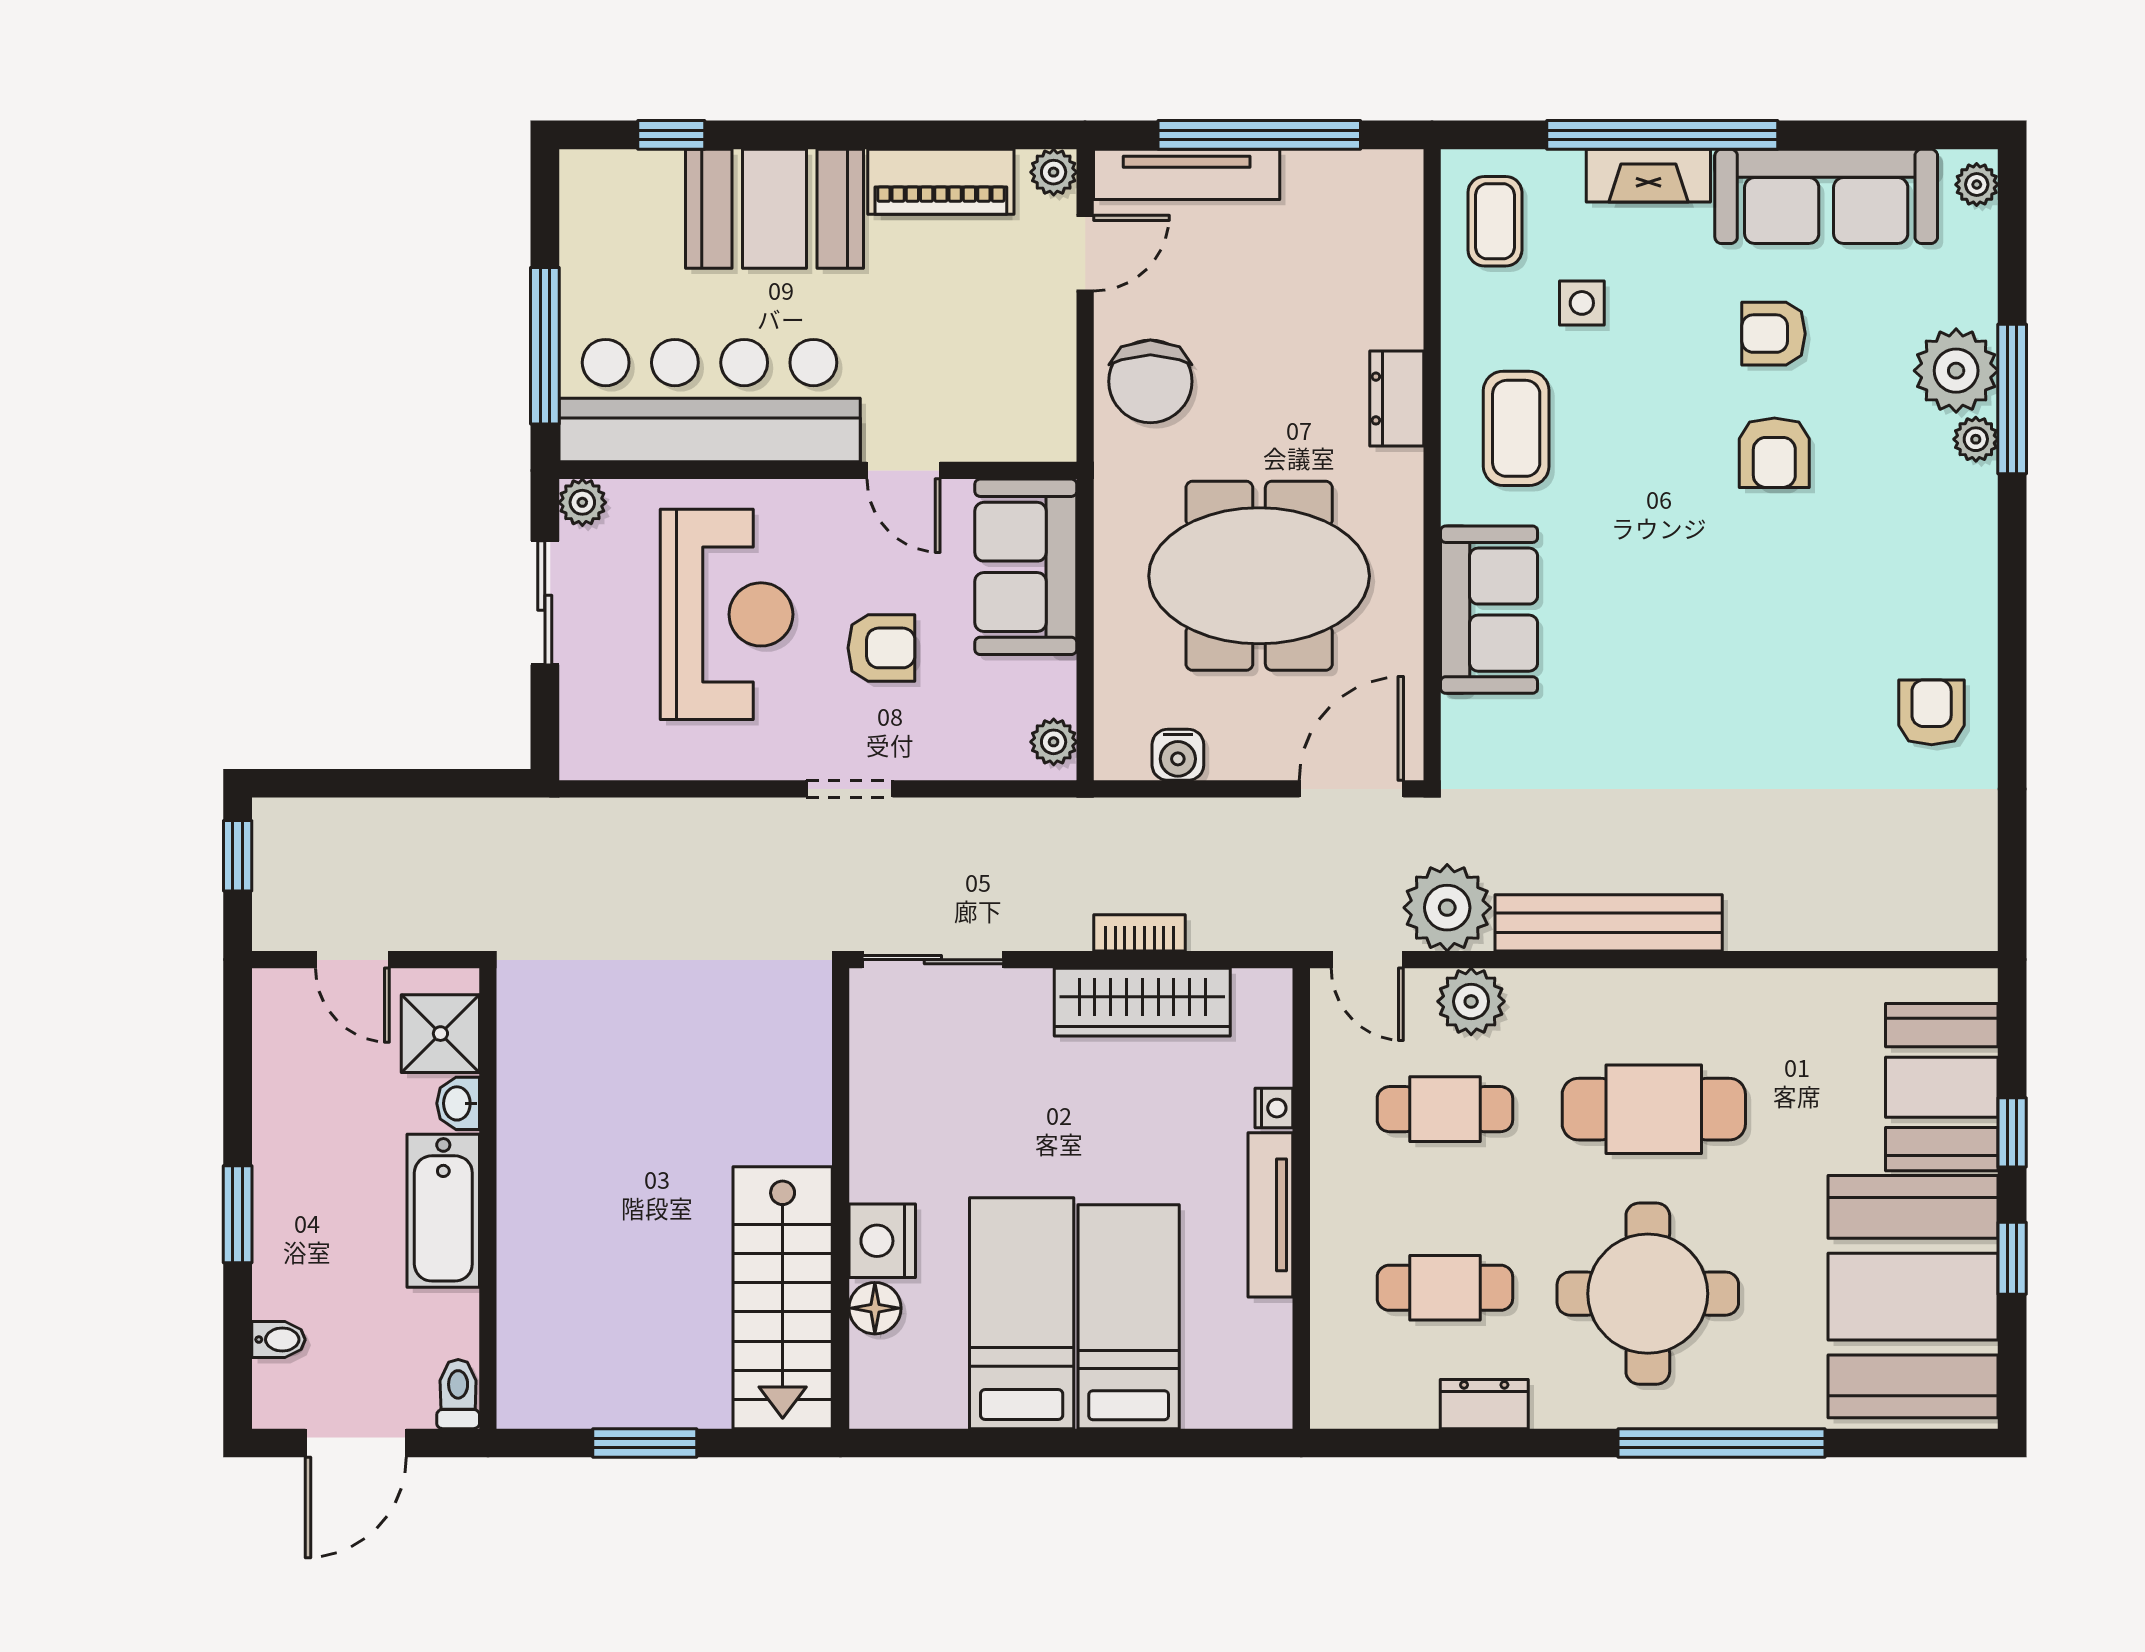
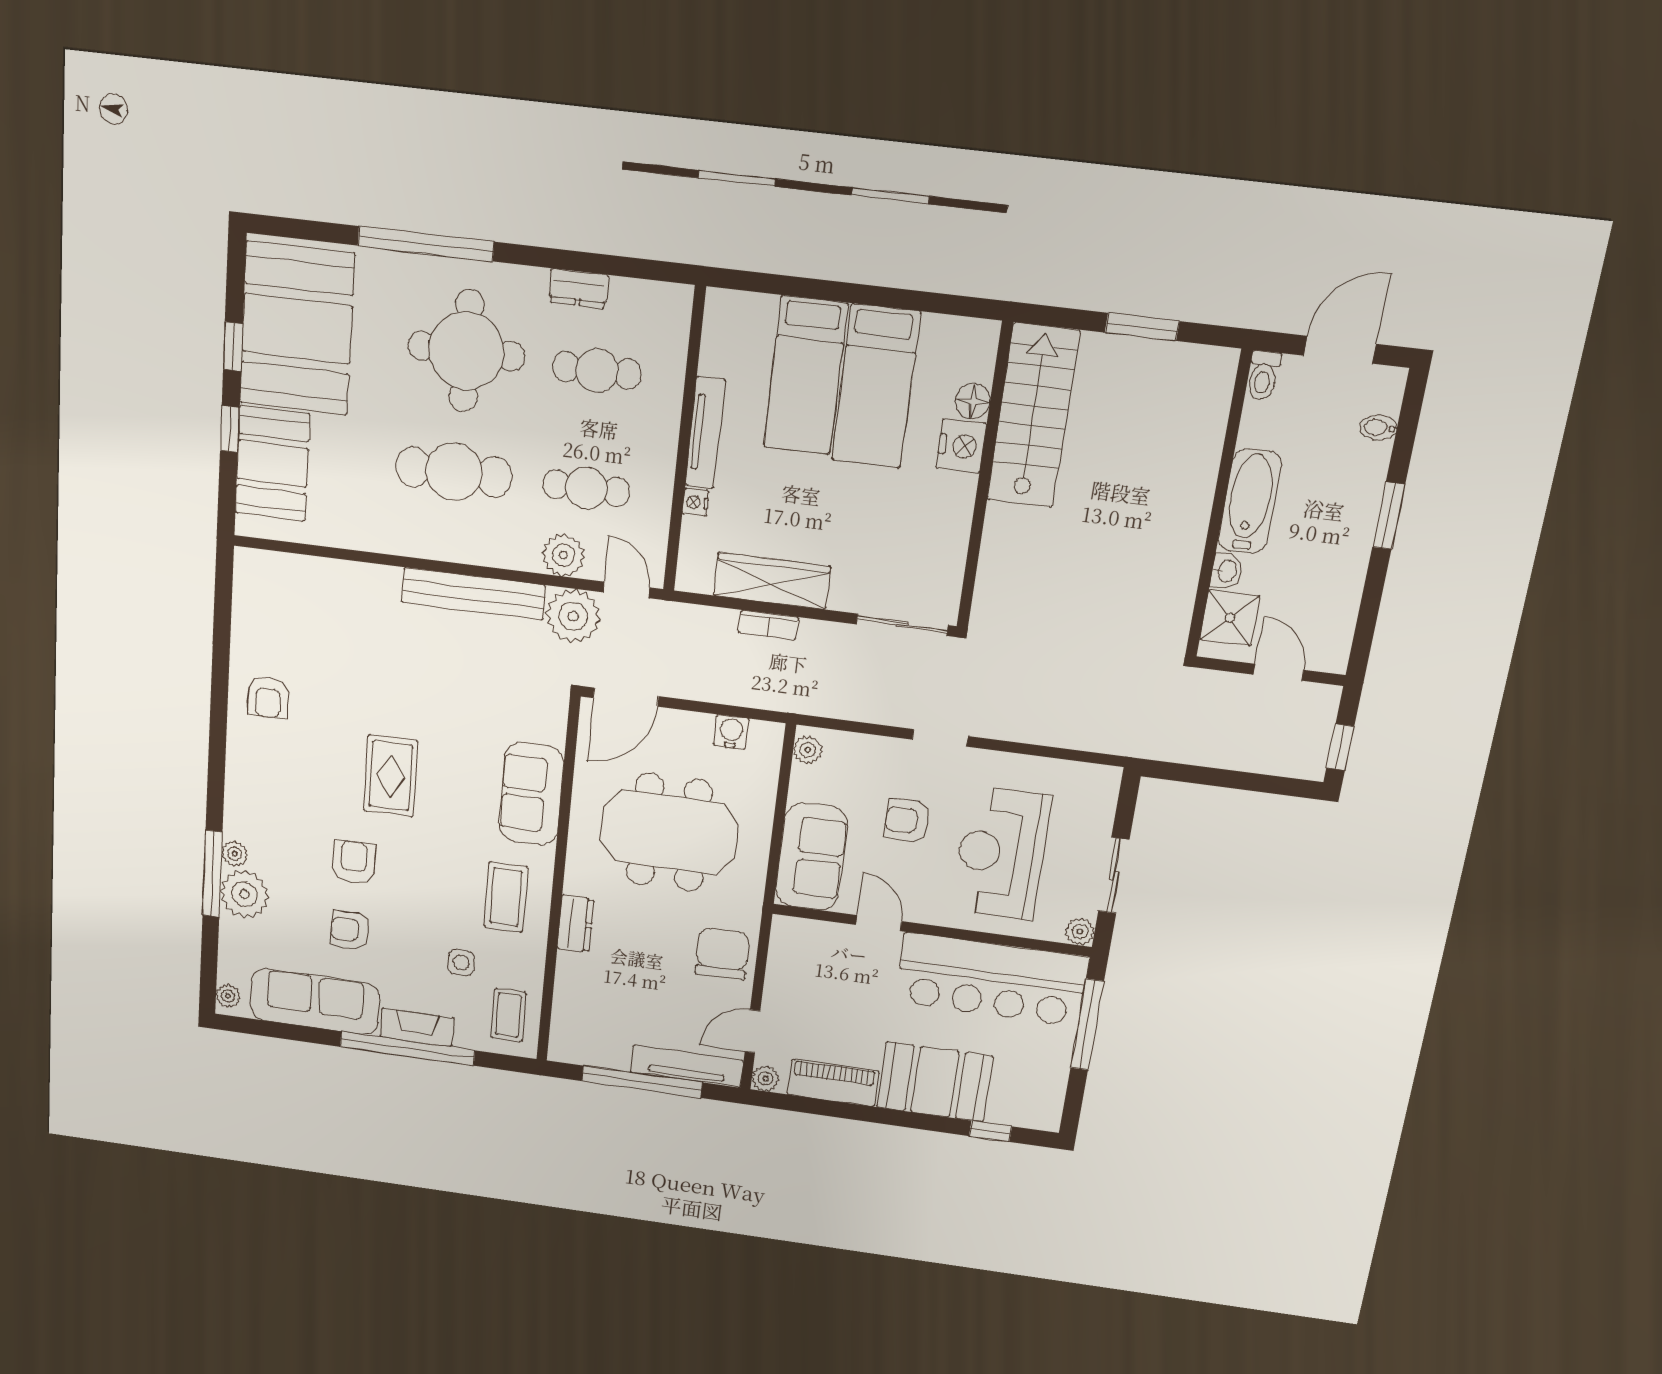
armchair: (1774, 334) -> (350, 930), turned 180
rug: (1722, 609) -> (391, 776), added

